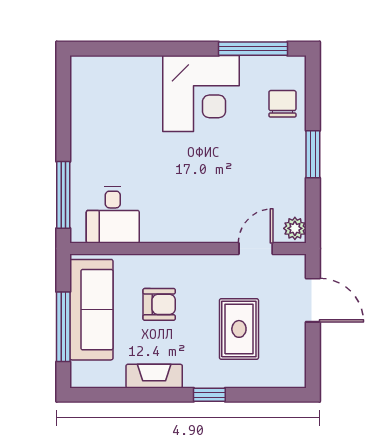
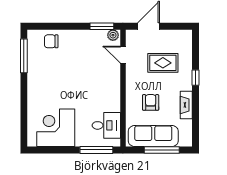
corner desk: (201, 93) -> (56, 128), moved, turned -90
window: (313, 154) -> (102, 26), moved

